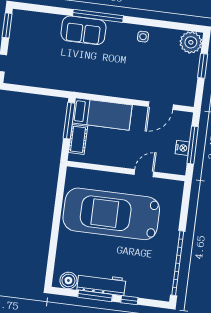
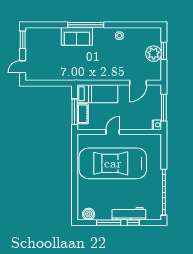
plant: (191, 42) -> (154, 54), moved
window: (69, 121) -> (75, 112), moved
nightstand: (182, 148) -> (157, 125), moved
door: (144, 173) -> (113, 132), moved
workbench: (101, 284) -> (129, 214), moved

